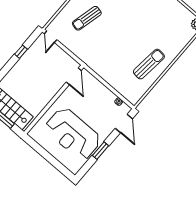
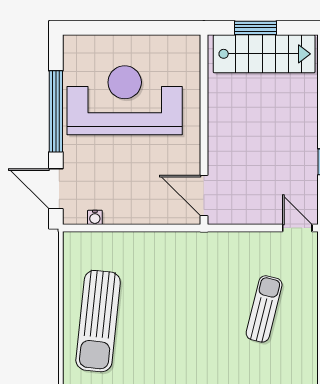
sun lounger: (149, 64) -> (98, 321), width x1.36, depth x1.34
window: (101, 151) -> (56, 111), width x2.11

